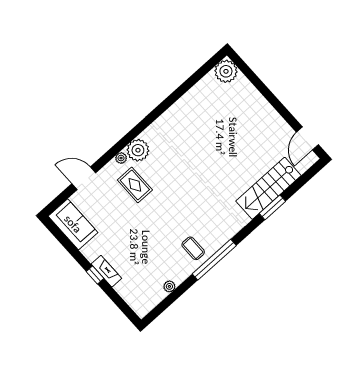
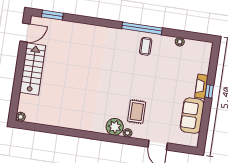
plant: (226, 71) -> (21, 117), width x0.53, depth x0.53
stairs: (268, 188) -> (33, 69), moved, turned -90
window: (272, 207) -> (52, 15), moved
sofa: (73, 224) -> (192, 116), moved

